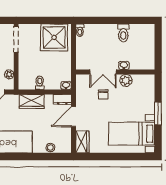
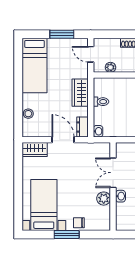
chair: (103, 95) -> (79, 223), moved

